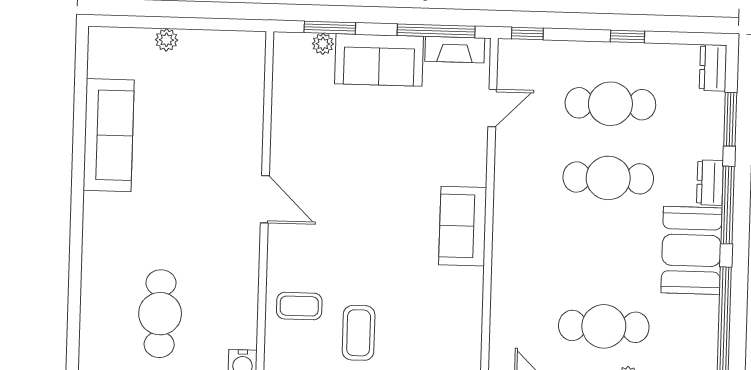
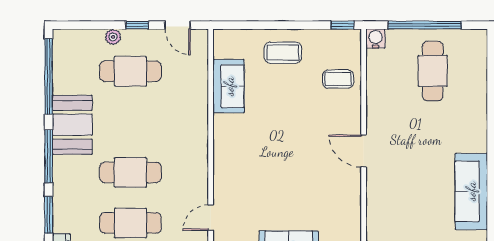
dresser: (710, 183) -> (61, 171), removed
sofa: (463, 226) -> (229, 86), moved
coffee table: (359, 333) -> (283, 53), moved, turned 90

